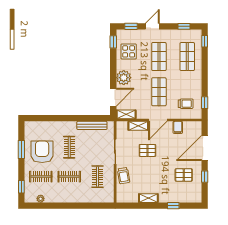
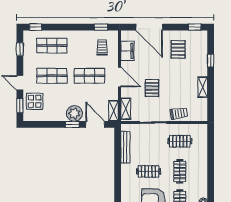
window: (113, 42) -> (72, 124), moved
display table: (129, 51) -> (35, 101), moved
shelving: (138, 126) -> (126, 109), moved
filing cabinet: (178, 127) -> (127, 51), width x2.00
window: (205, 177) -> (195, 27), moved

